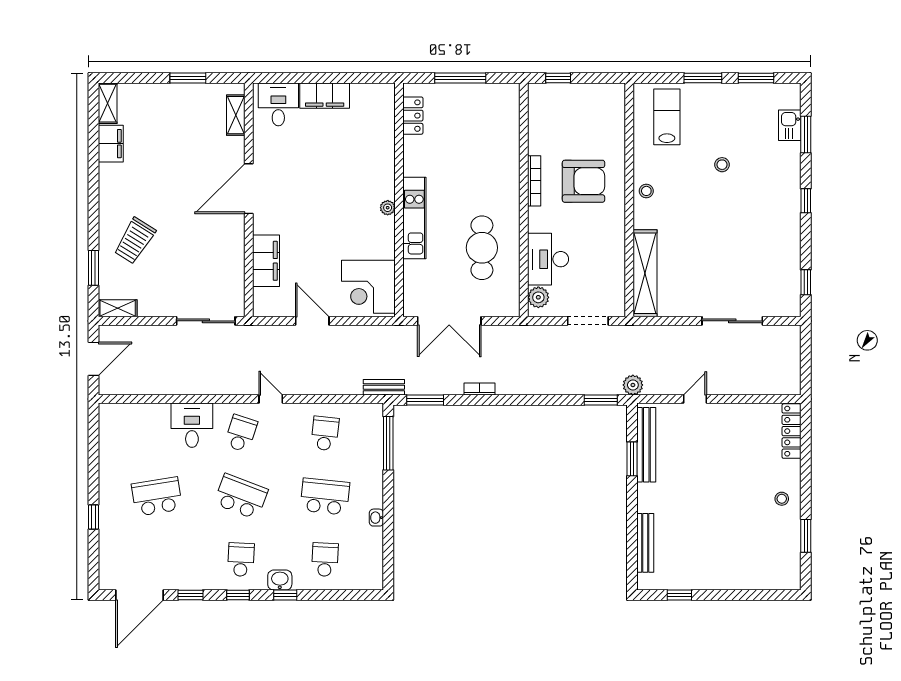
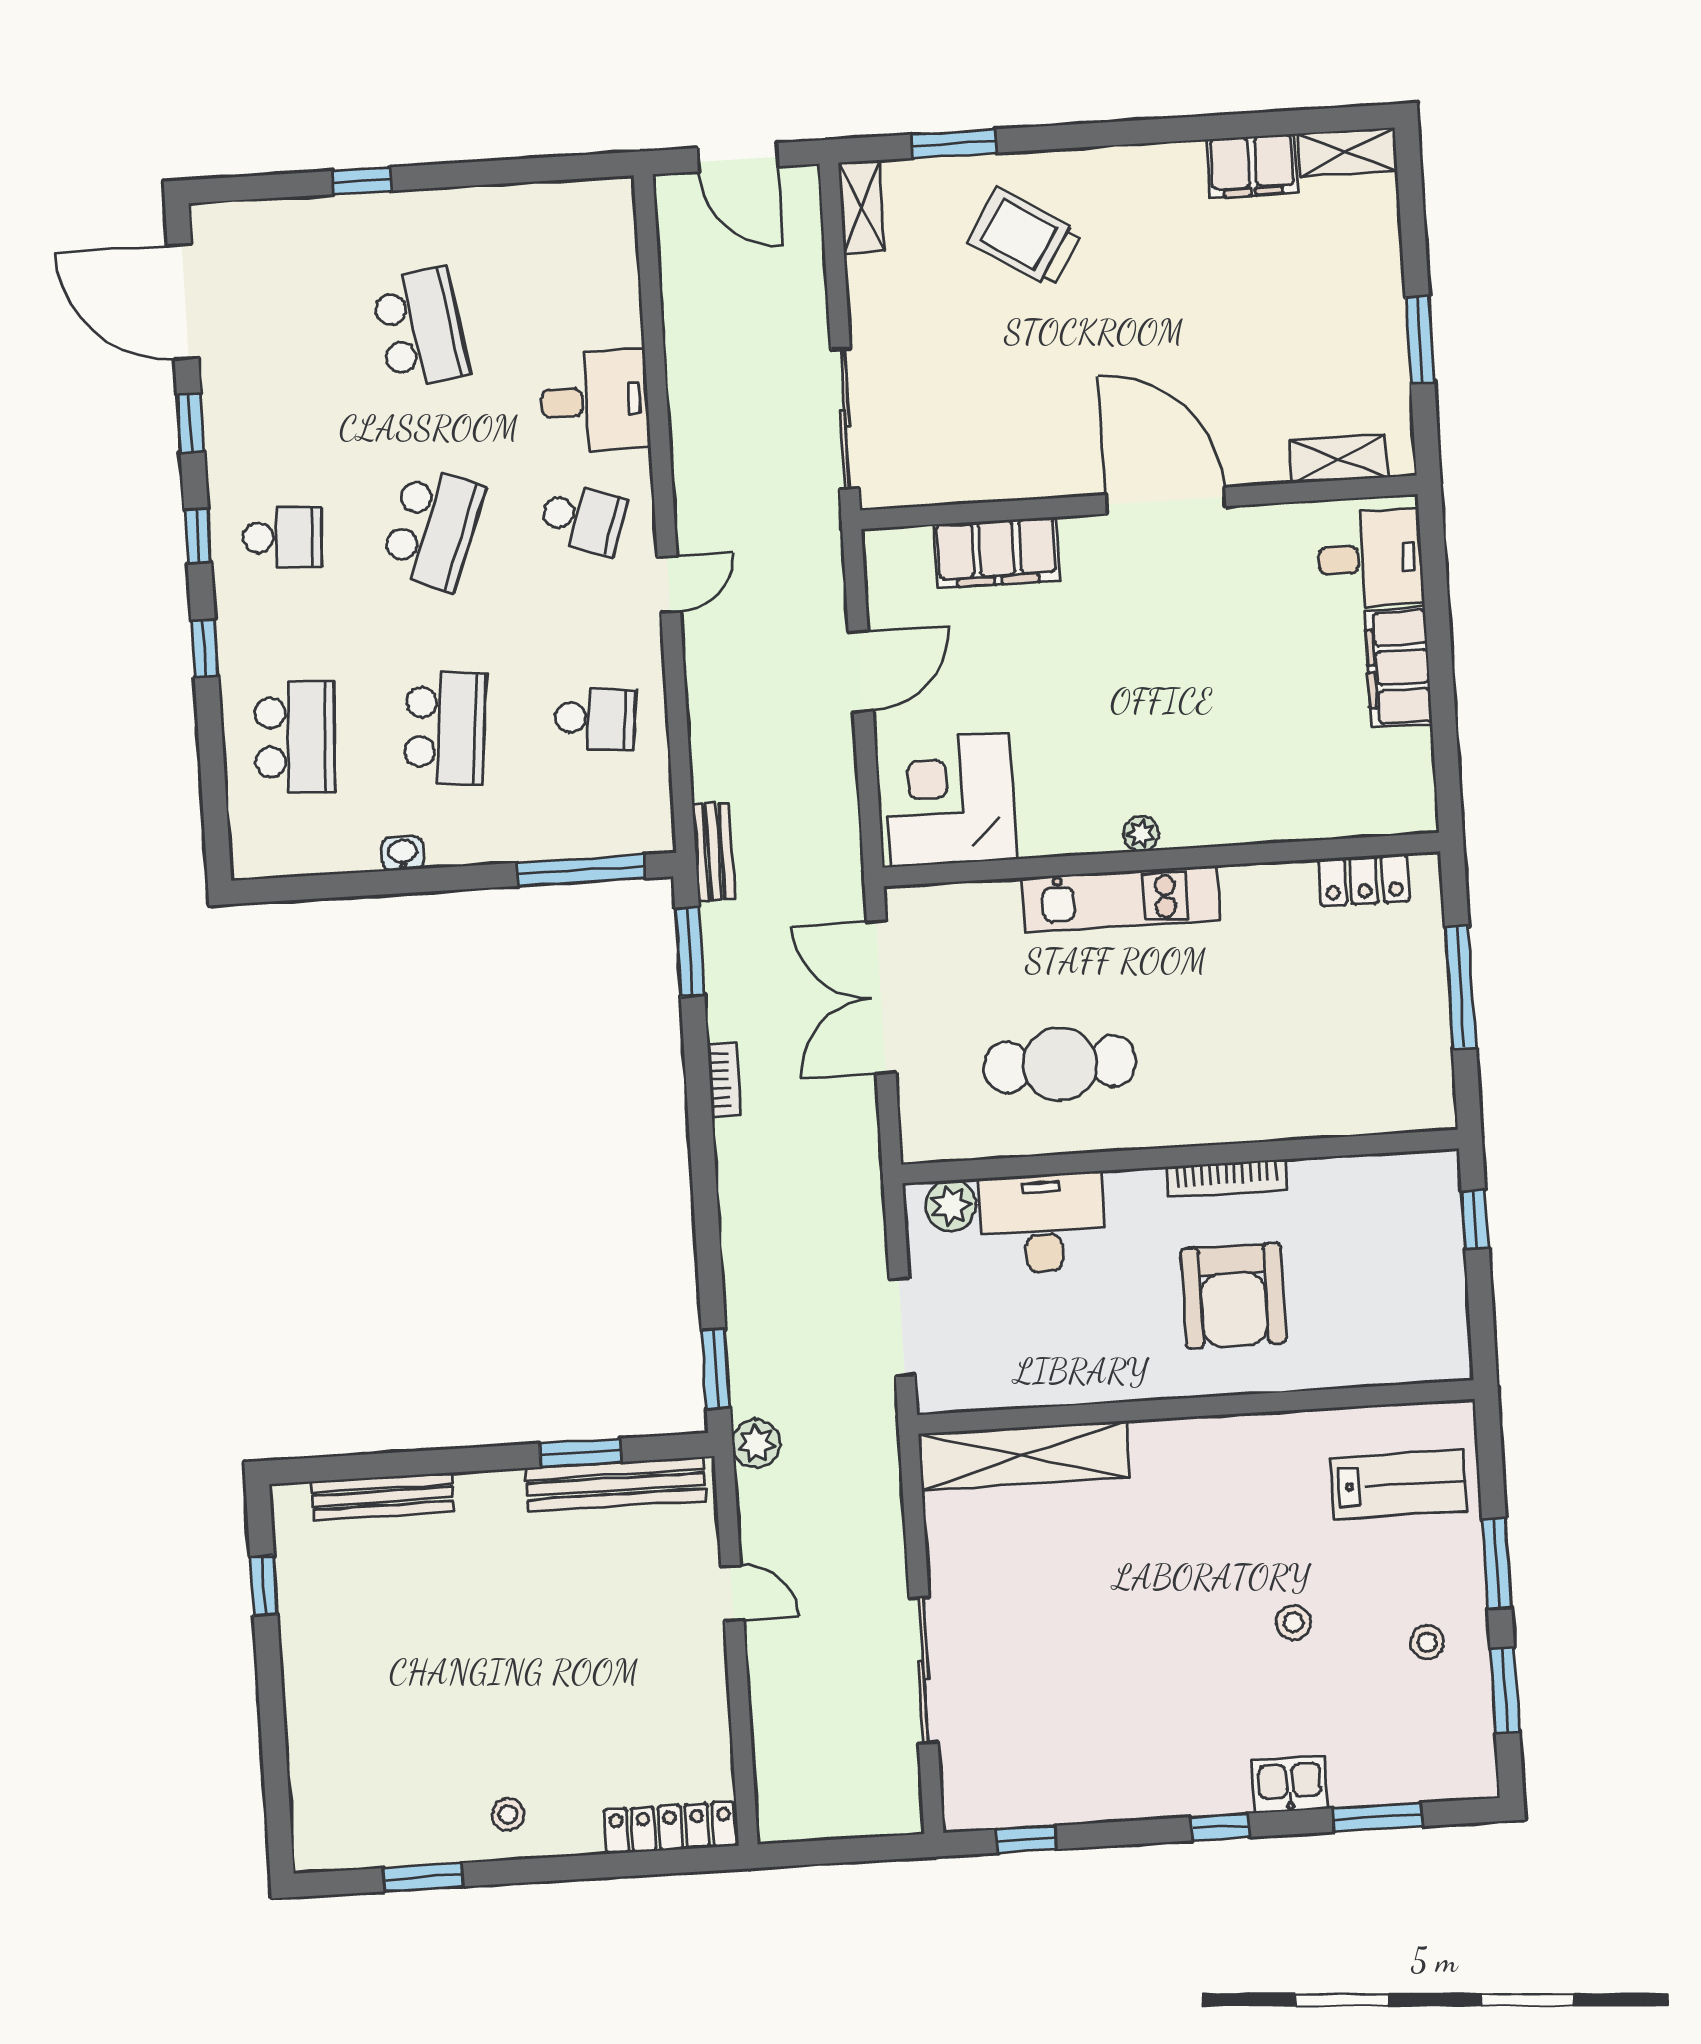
kitchen sink: (790, 125) -> (1290, 1784), moved
stool: (646, 191) -> (1427, 1642), moved
school desk: (325, 560) -> (295, 737), width x1.85
washbasin: (280, 580) -> (240, 633), removed

